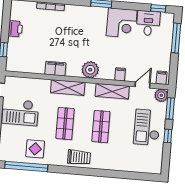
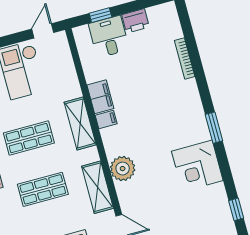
desk: (148, 23) -> (109, 37), moved, turned -90
plant: (90, 70) -> (123, 169), moved
filing cabinet: (120, 74) -> (106, 120), moved

